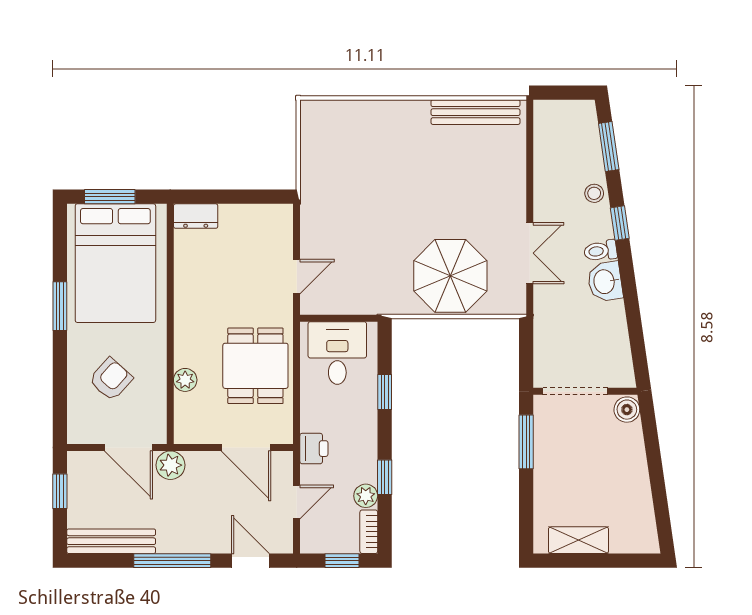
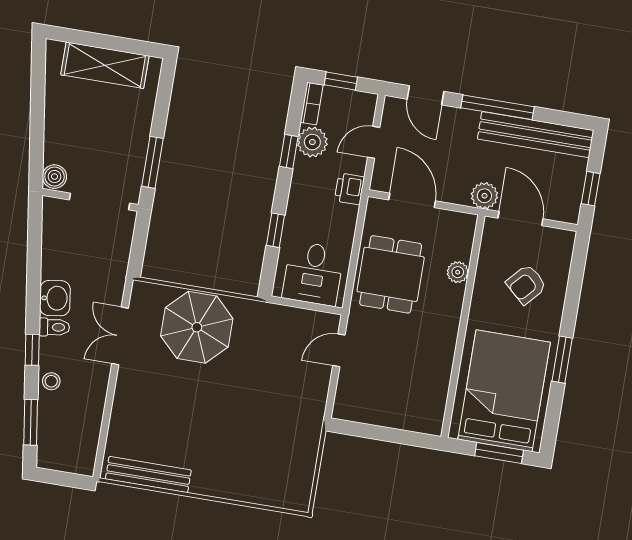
dresser: (196, 216) -> (423, 422), removed
plant: (366, 496) -> (312, 142), width x1.38, depth x1.38
shelving: (578, 540) -> (105, 65), width x1.50, depth x1.33
bench: (111, 541) -> (536, 135), width x1.37, depth x1.21

